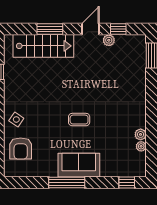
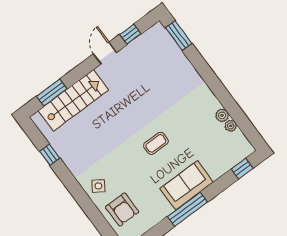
window: (50, 29) -> (52, 93), moved
plant: (109, 40) -> (129, 51), removed

